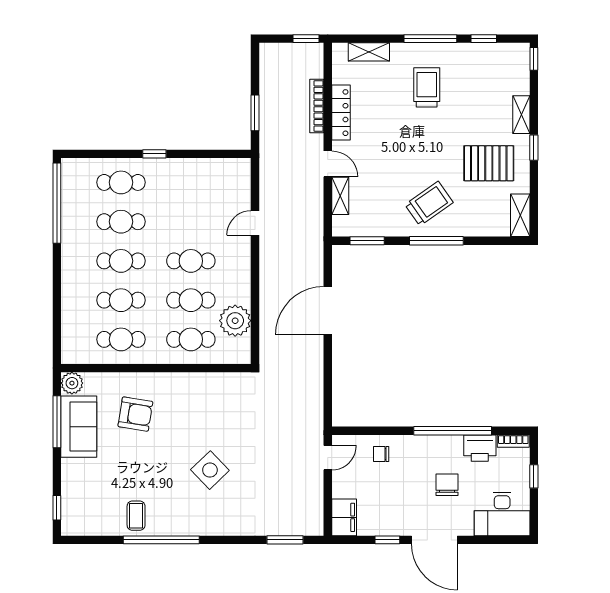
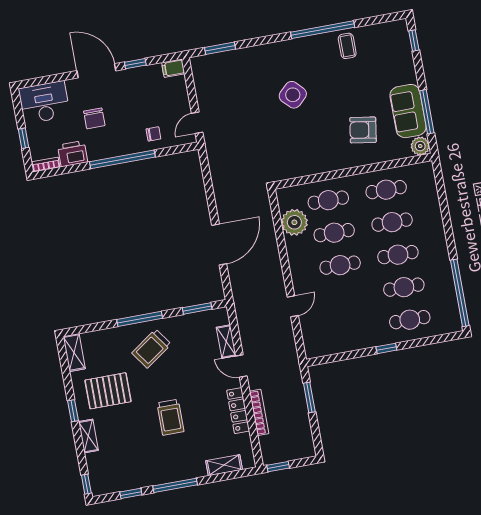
trolley: (427, 87) -> (170, 417), moved
window: (453, 431) -> (122, 159), moved
filing cabinet: (344, 517) -> (173, 68), width x0.50

